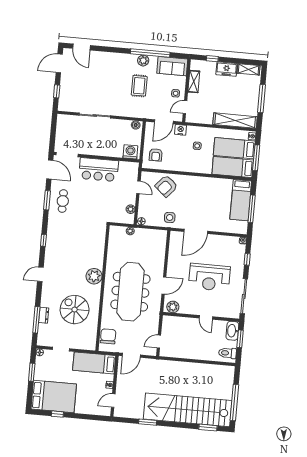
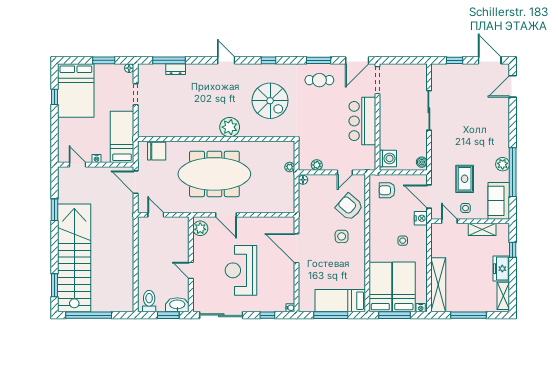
rug: (139, 86) -> (465, 179), moved, turned 90
side table: (170, 217) -> (342, 236), moved
spiral stairs: (75, 310) -> (270, 101), moved, turned 90
door: (206, 317) -> (191, 270), hinge flipped

